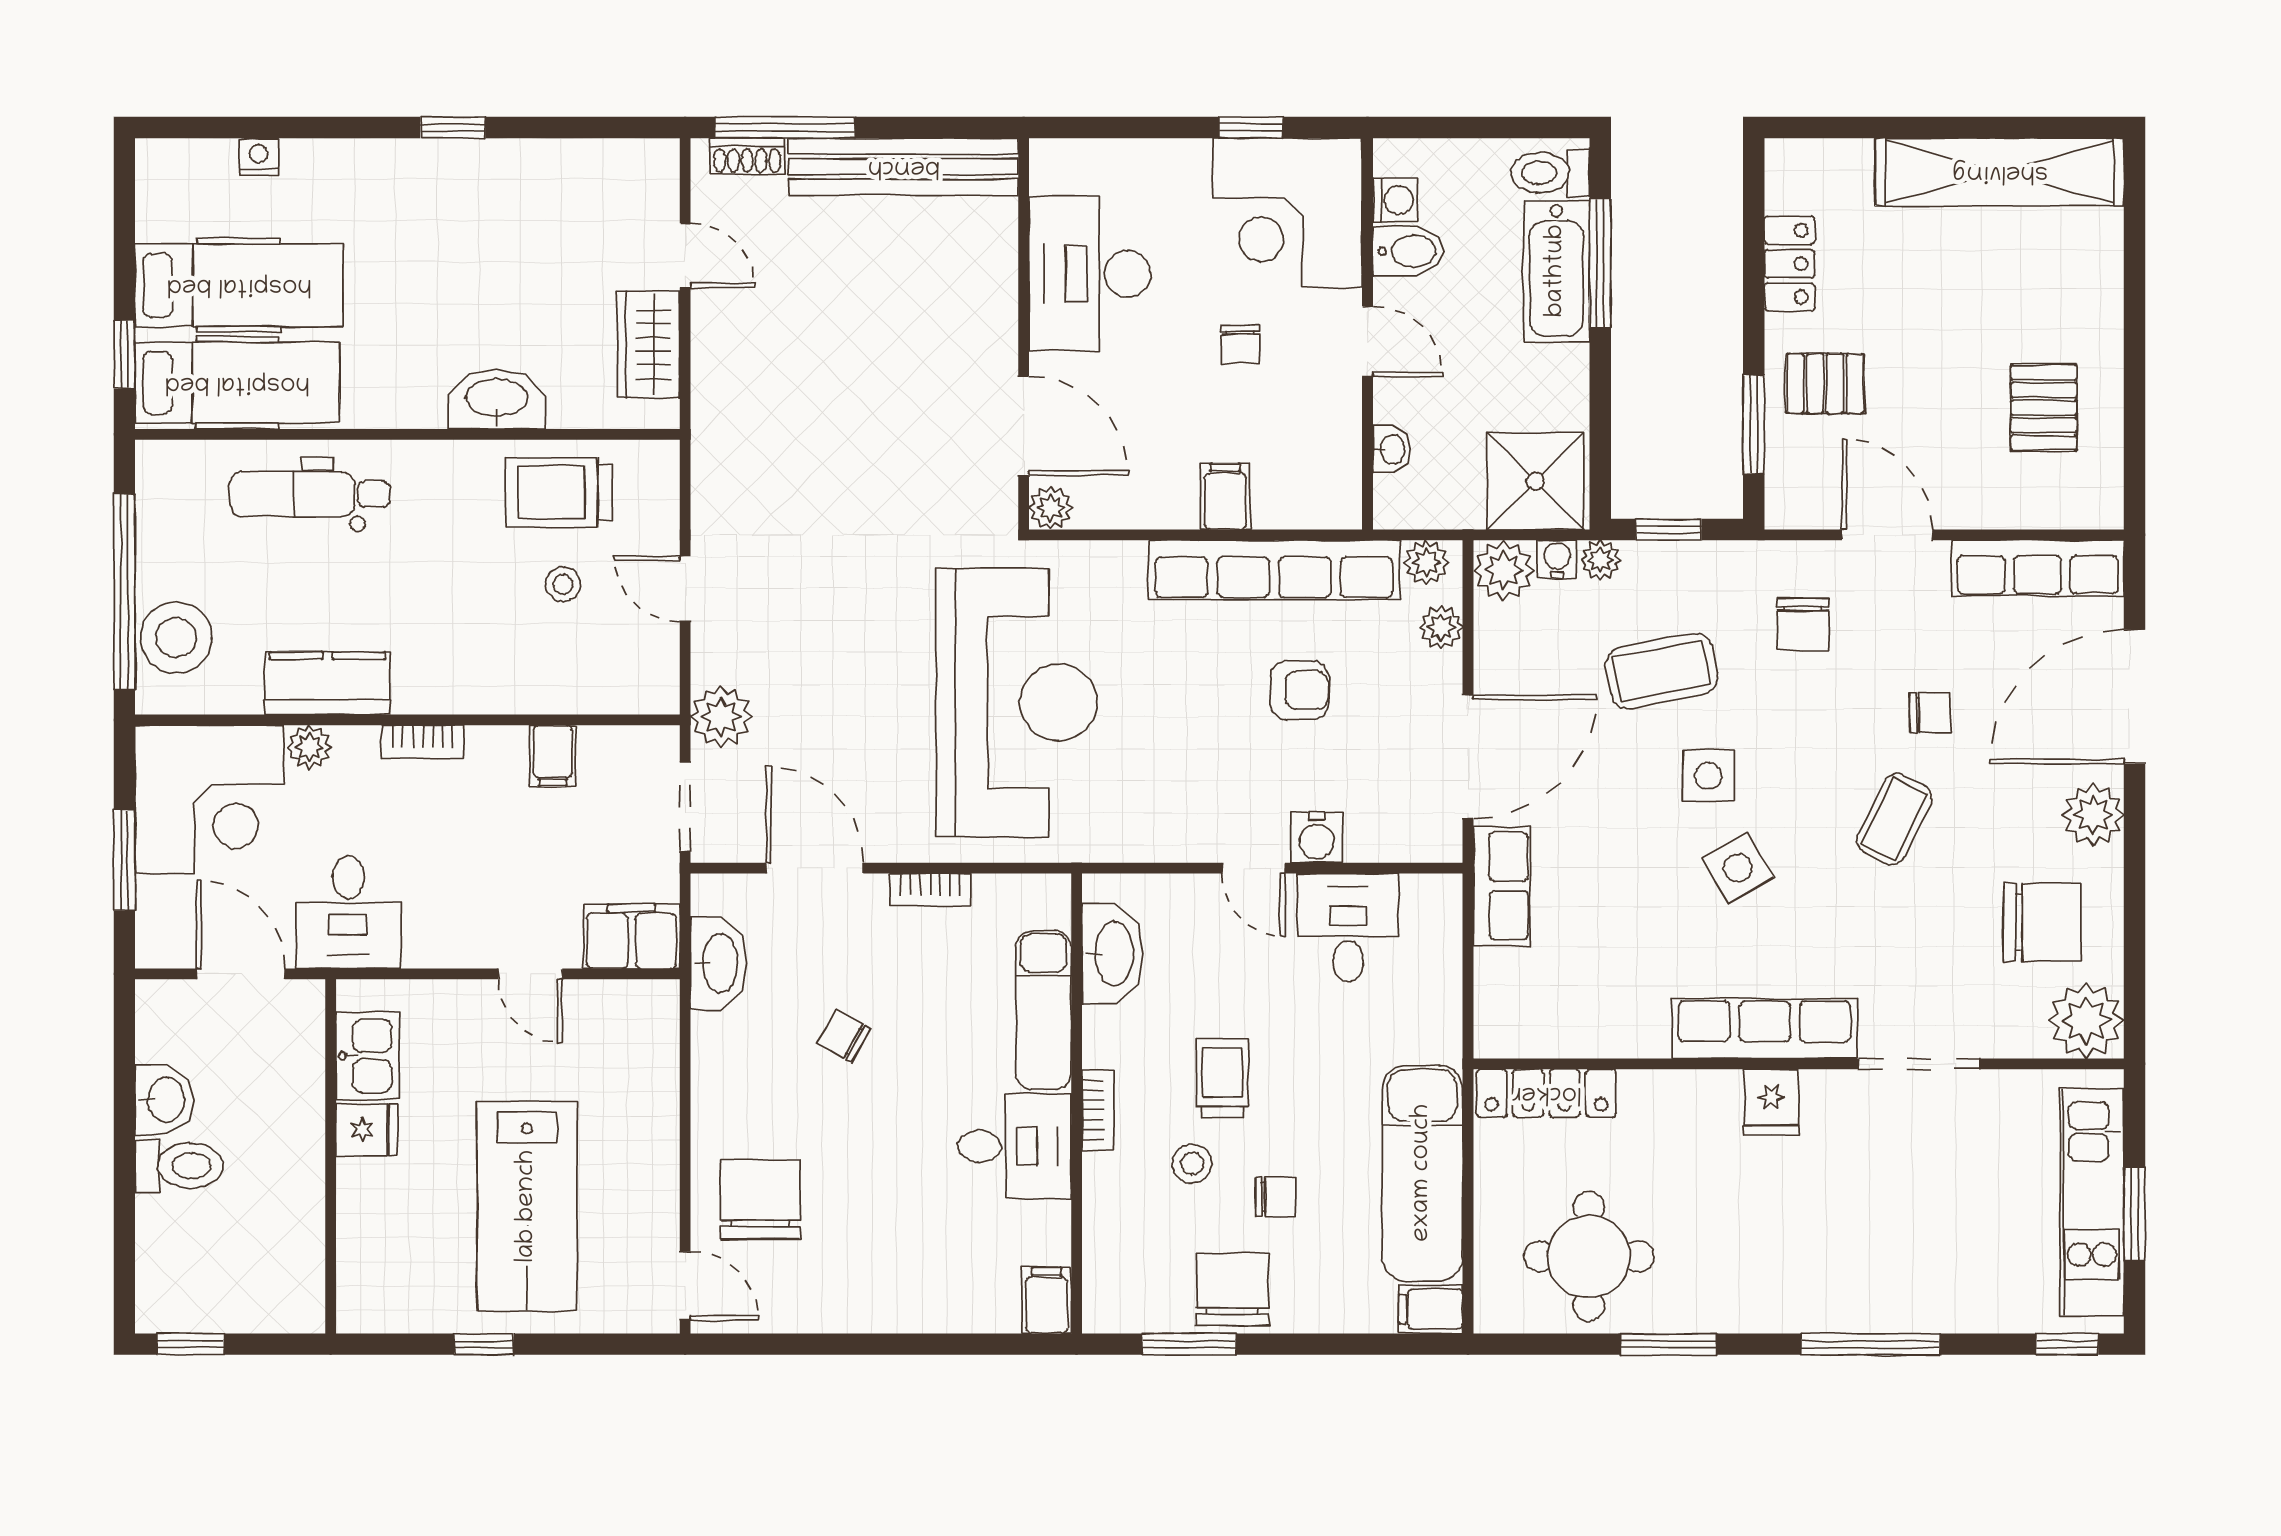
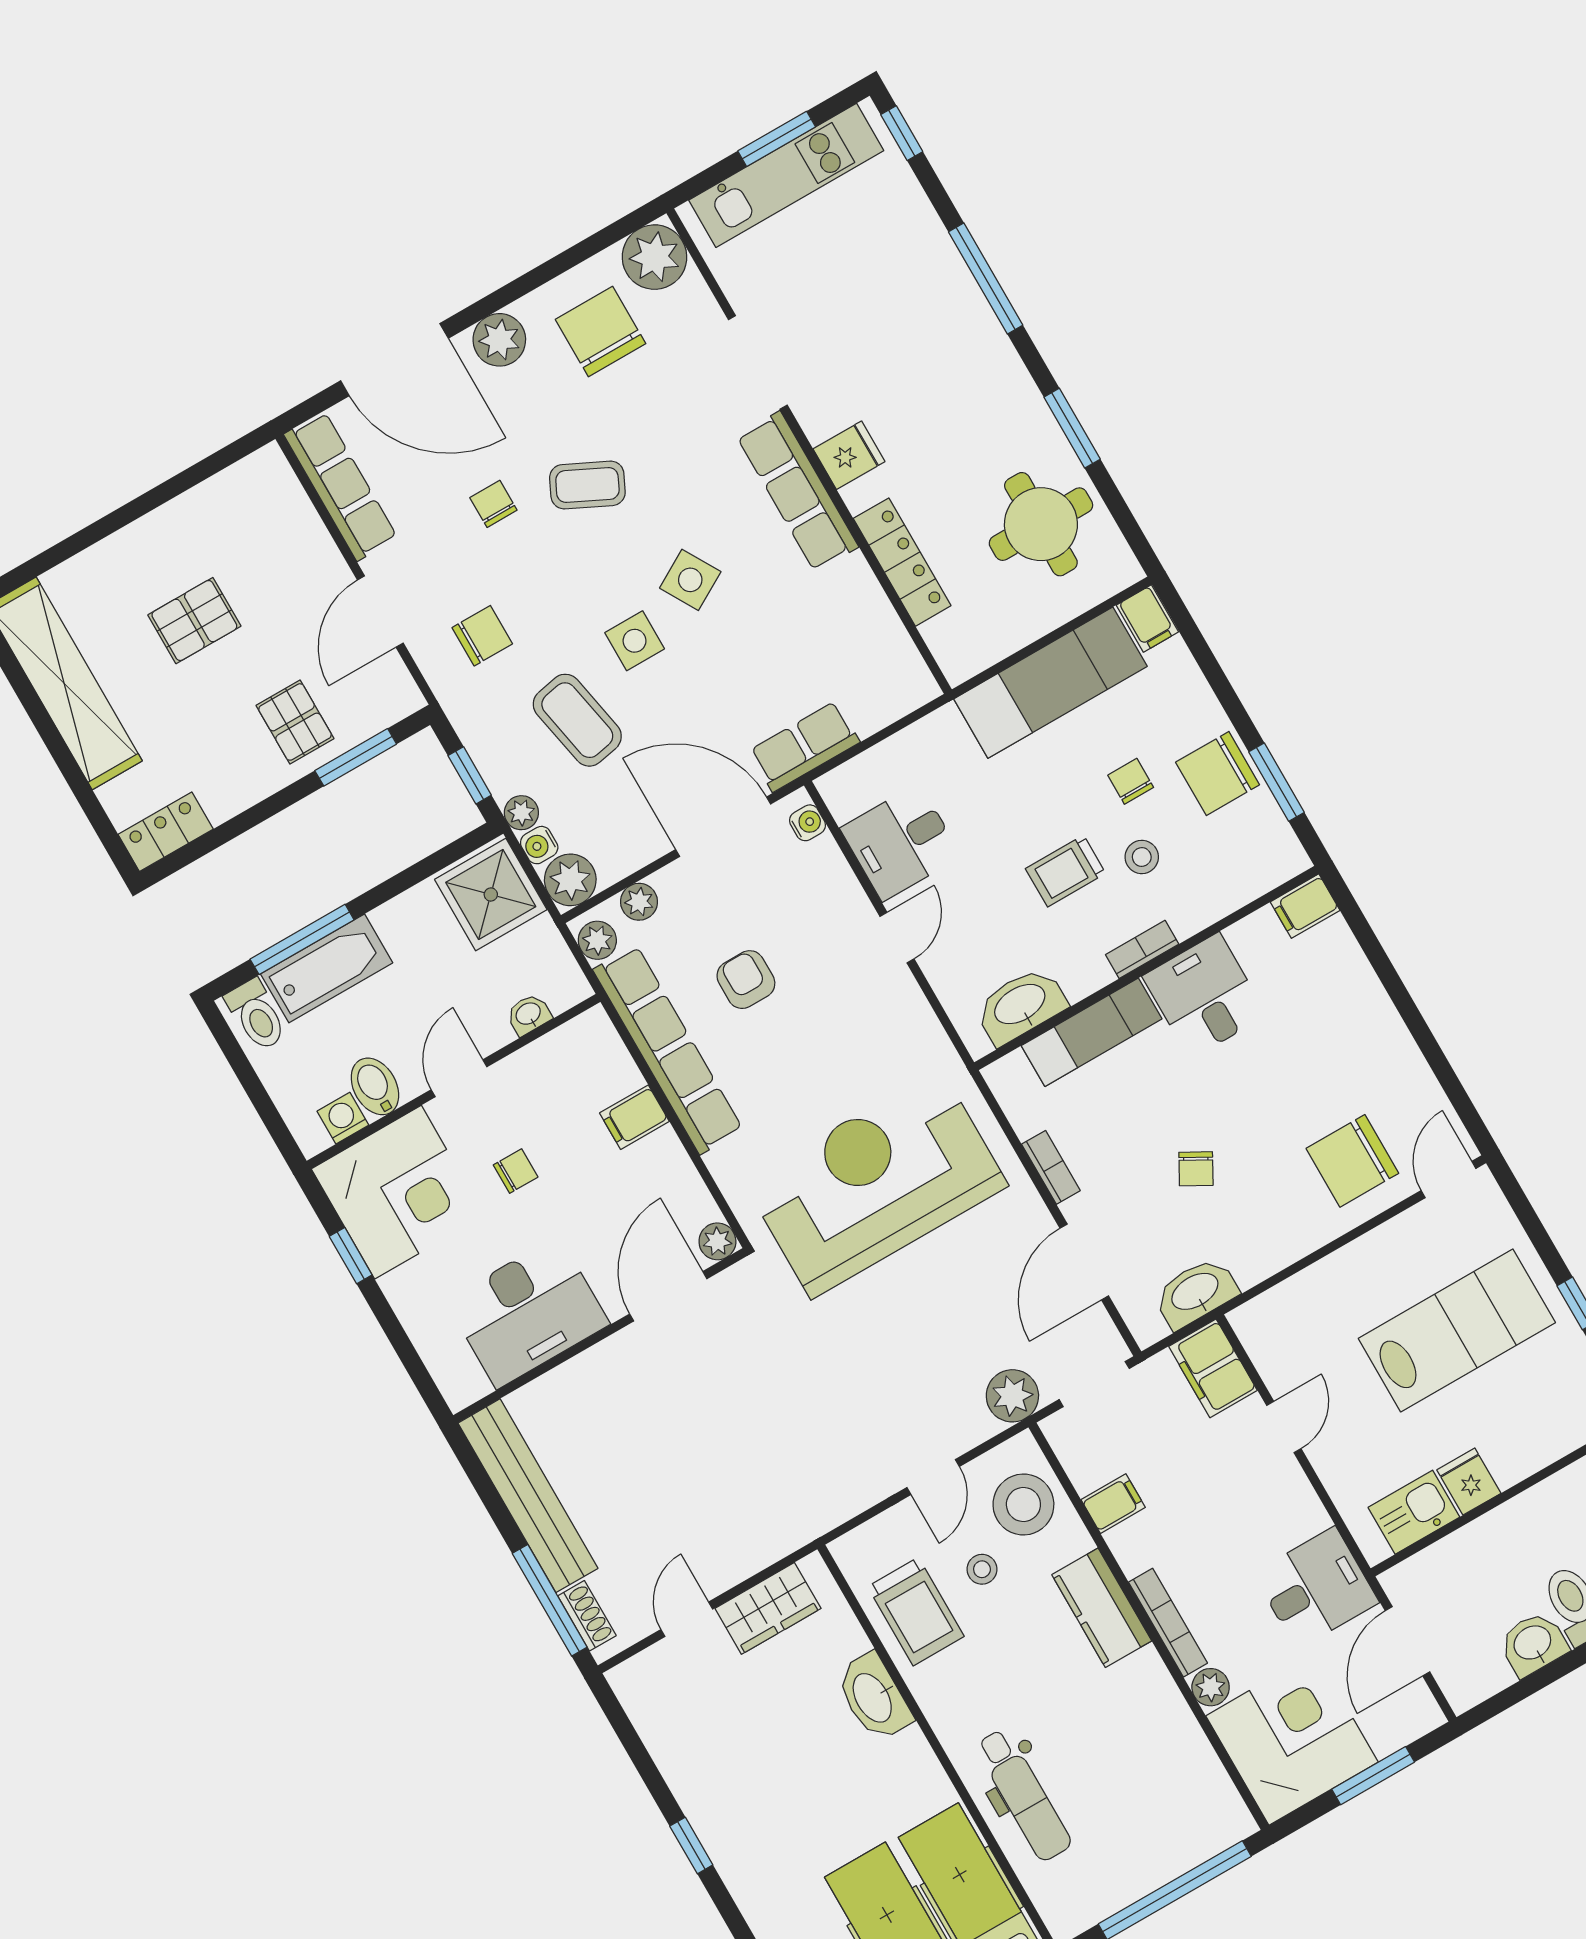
locker: (1789, 264) -> (166, 832), moved
pallet: (2044, 408) -> (194, 621), moved
stool: (176, 638) -> (1023, 1504), moved
kitchen counter: (327, 683) -> (1102, 1608), moved
bookcase: (423, 742) -> (1168, 1623), width x1.56
water cooler: (1317, 837) -> (807, 823), moved, width x0.72, depth x0.72
locker: (1546, 1093) -> (902, 562), moved

